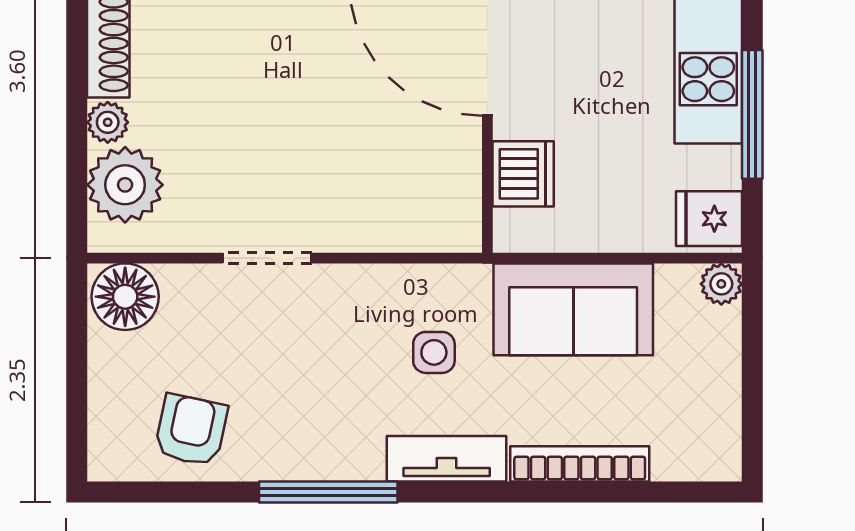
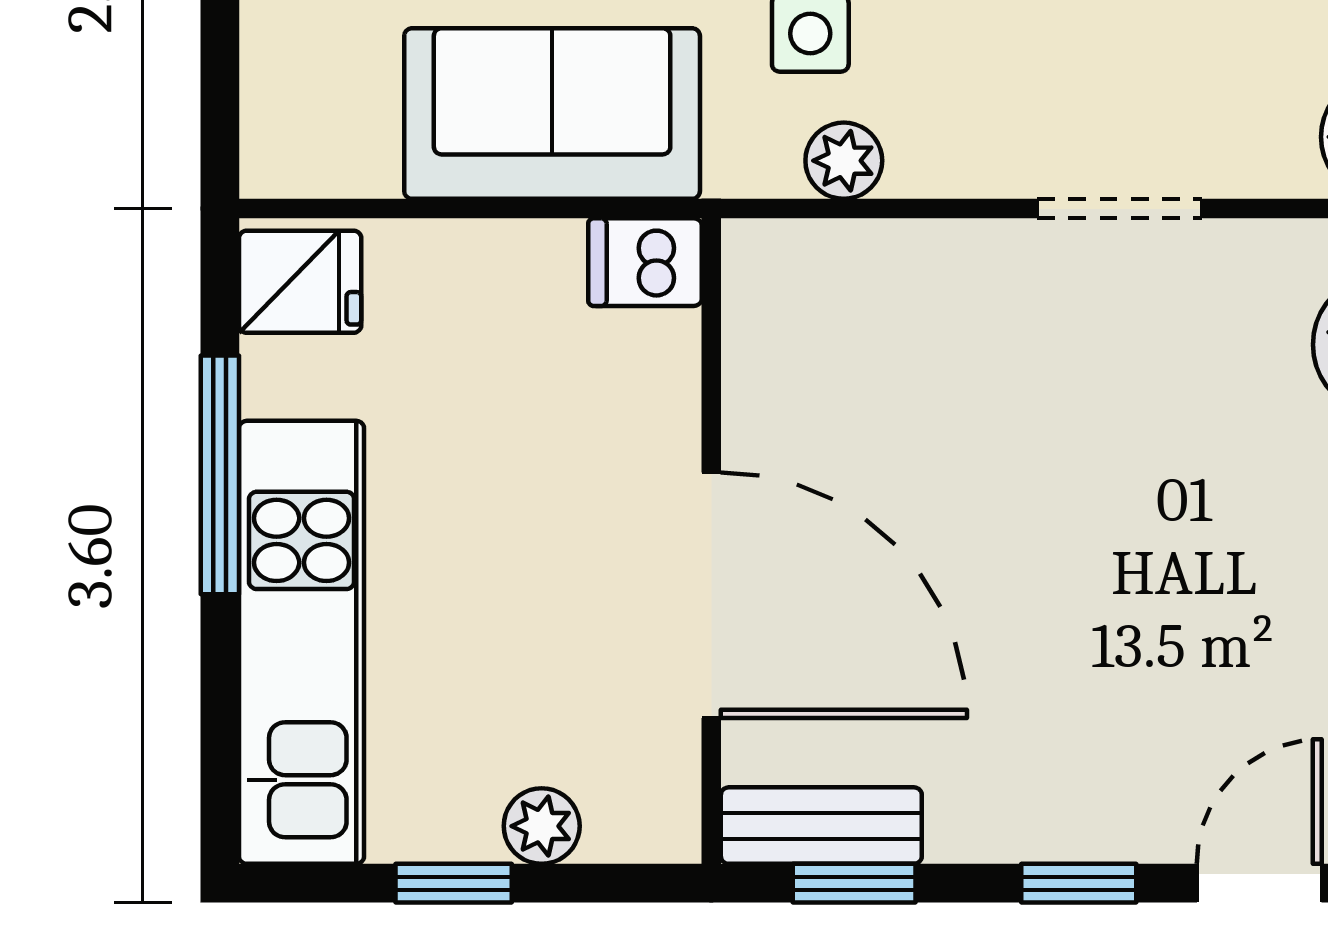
dishwasher: (523, 174) -> (645, 262), moved, width x0.73
plant: (721, 284) -> (844, 161), moved

